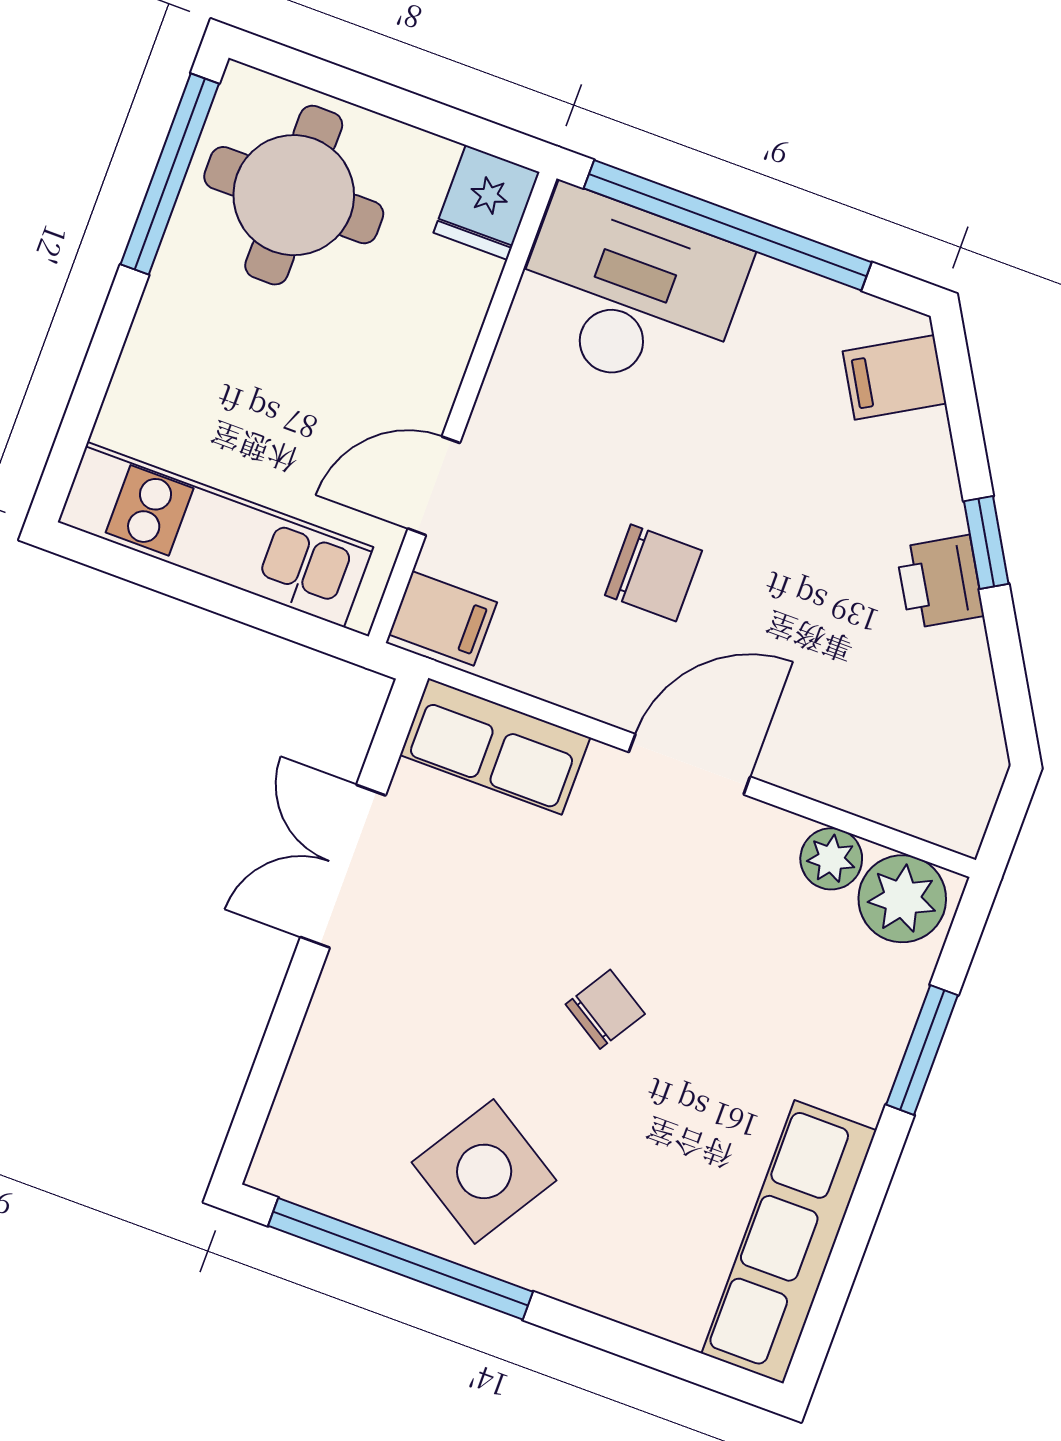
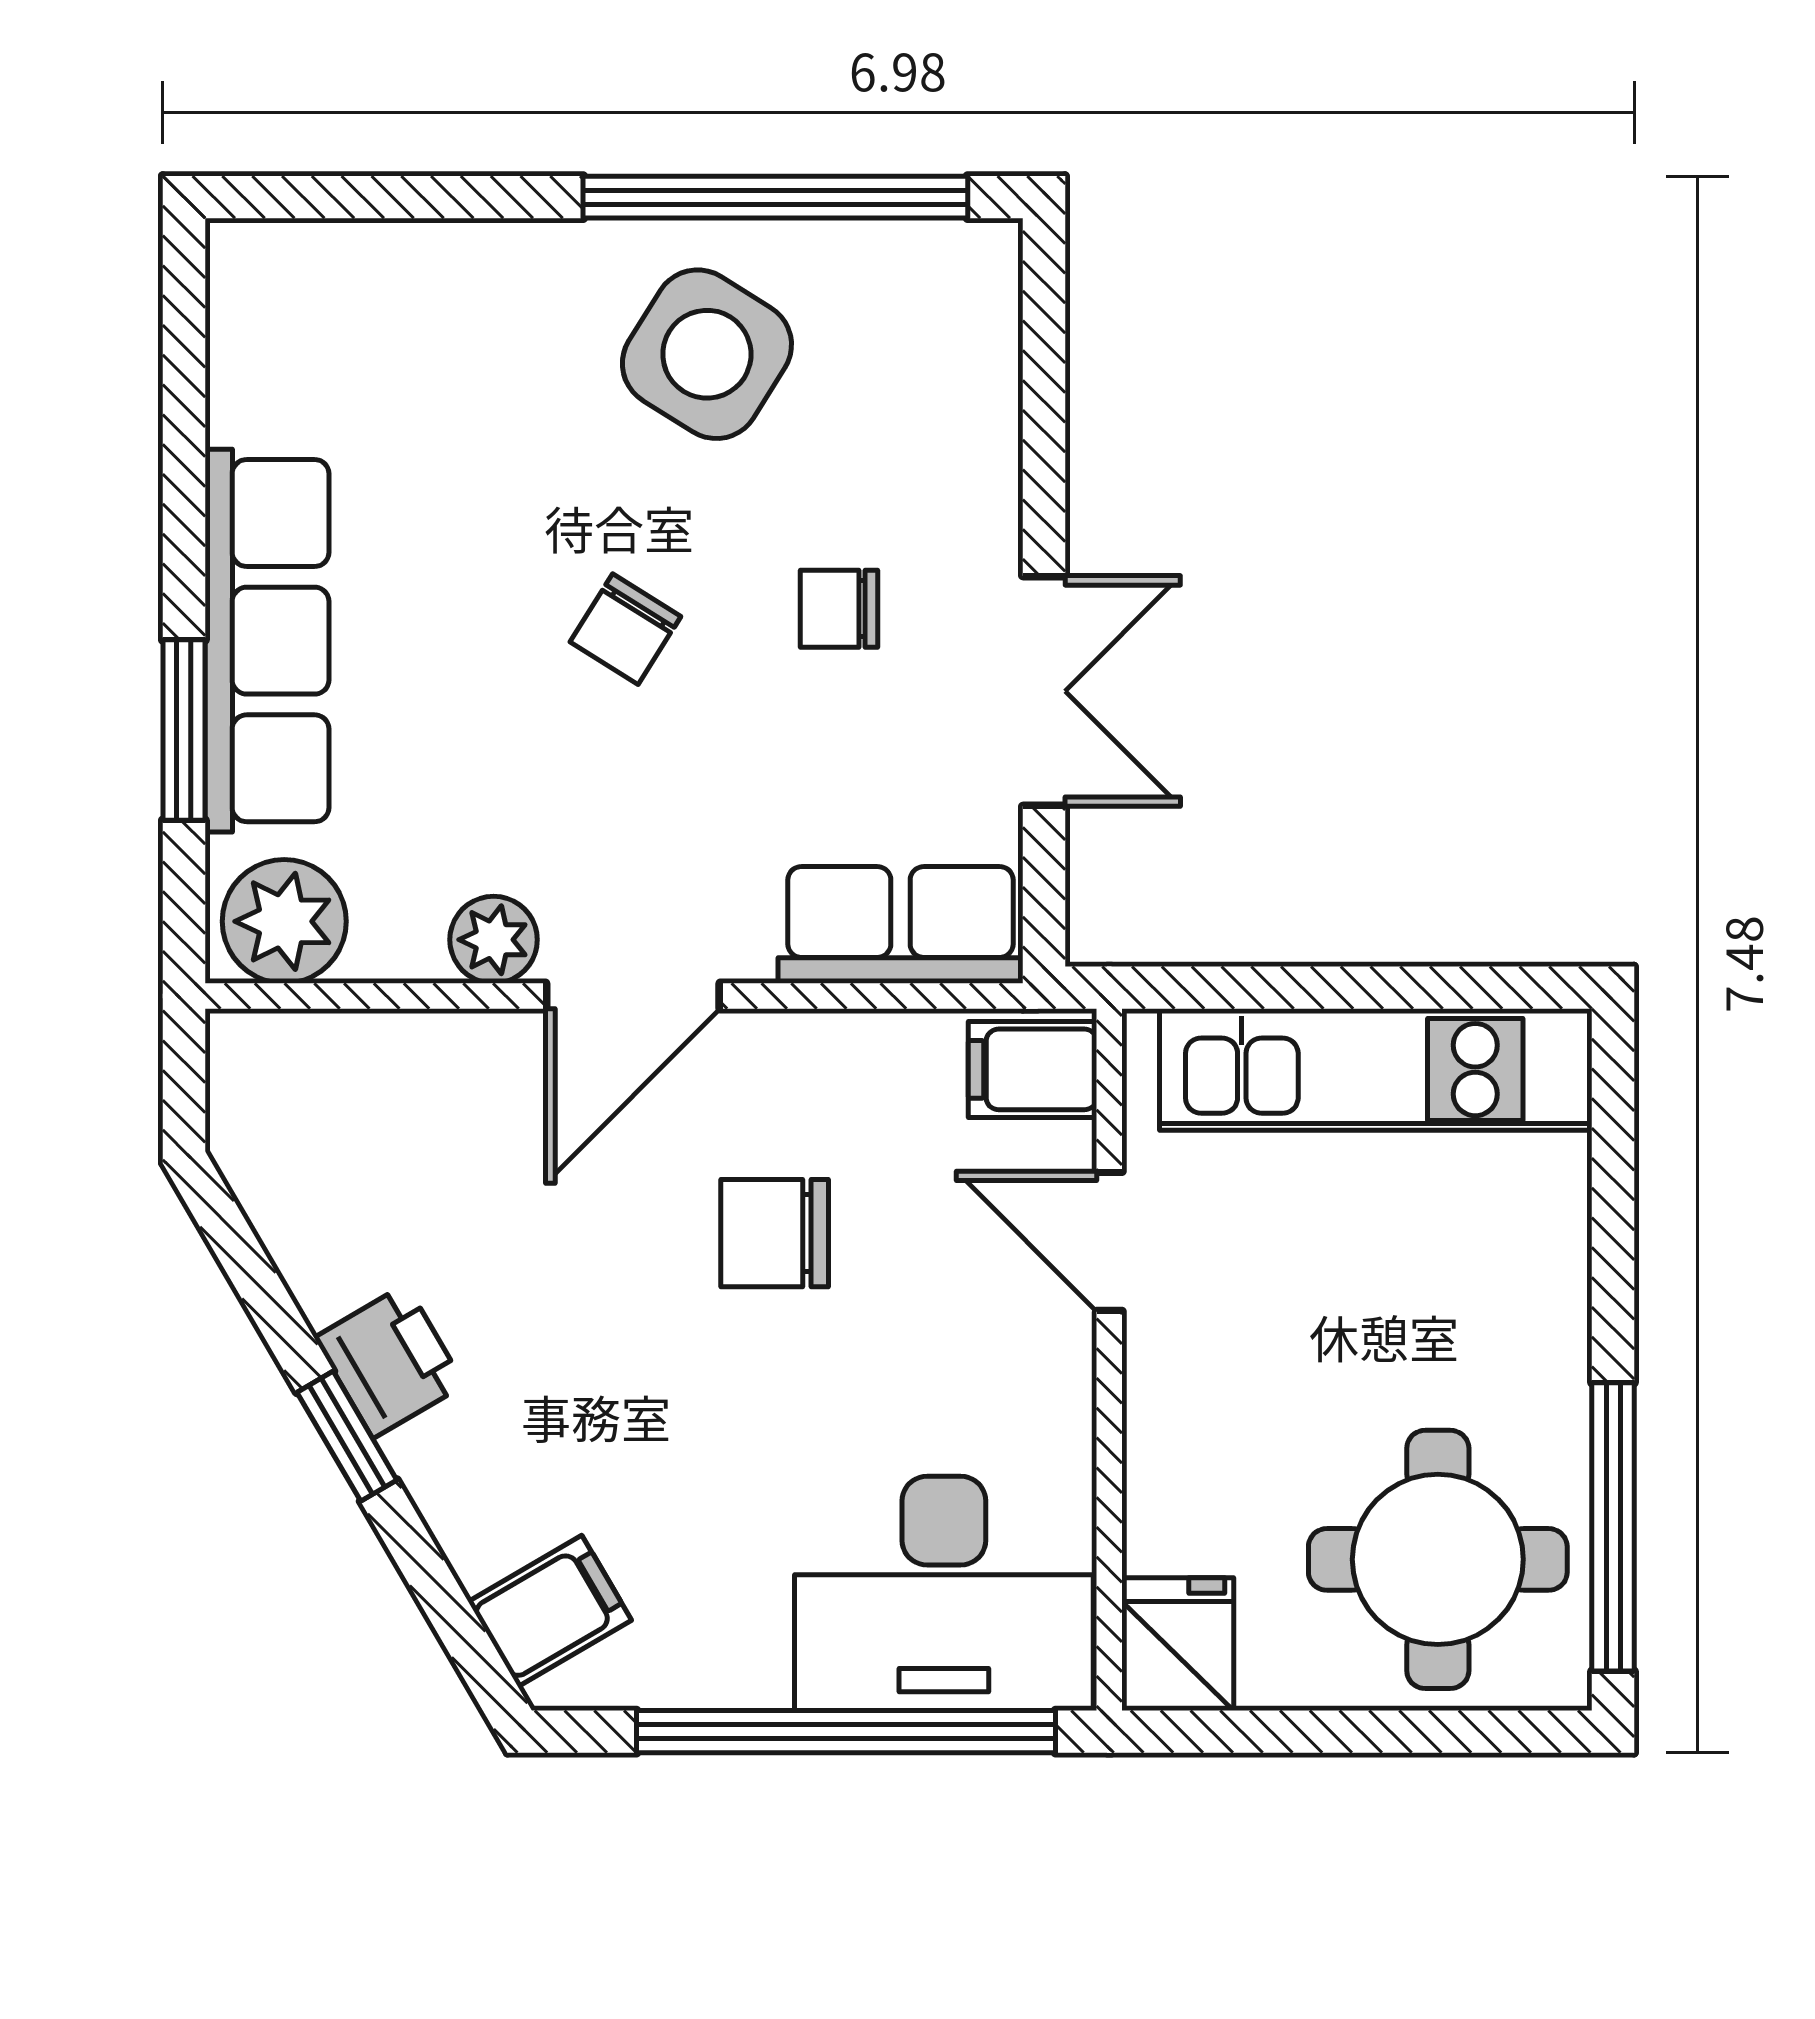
door: (434, 486) -> (1109, 1241), swing flipped
plant: (831, 859) -> (494, 940), moved
chair: (459, 971) -> (839, 609), added
row of seats: (789, 1242) -> (267, 641), moved

